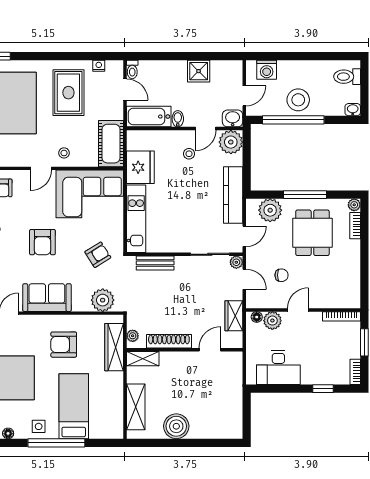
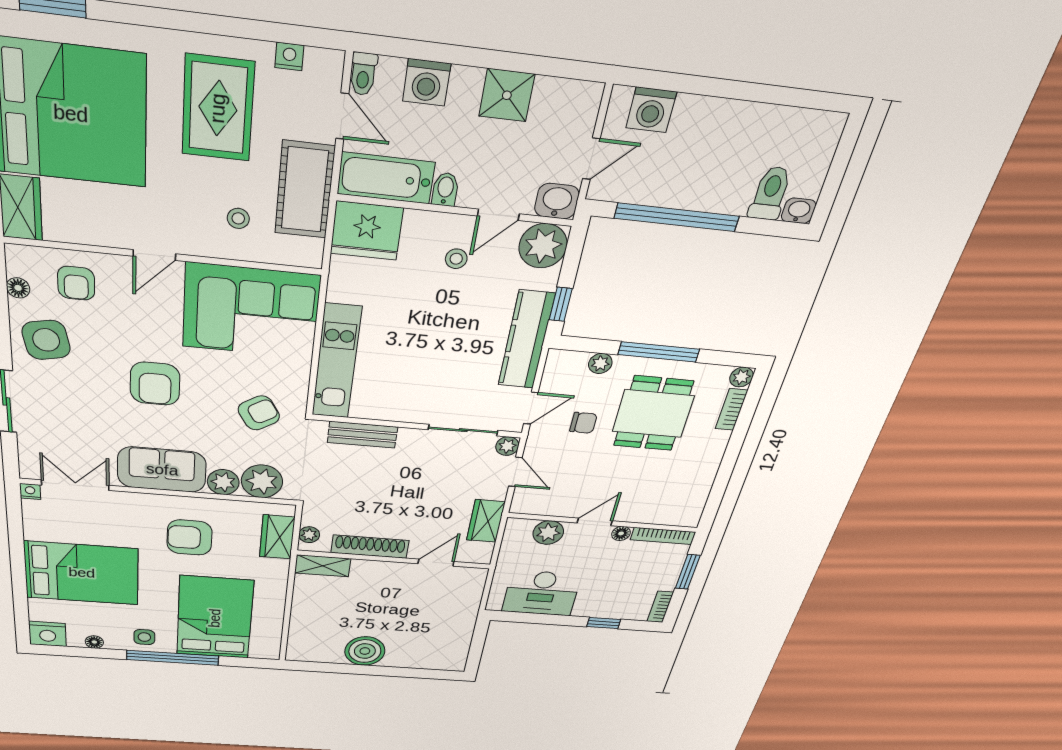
washing machine: (161, 70) -> (427, 82), added
toilet: (347, 77) -> (770, 193), moved, turned 90
stool: (298, 100) -> (698, 179), removed
cot: (111, 144) -> (305, 190), moved
stool: (64, 153) -> (238, 218), moved
fridge: (140, 167) -> (367, 231), moved, turned 90
window: (247, 173) -> (561, 304), added
plant: (270, 210) -> (600, 363), width x0.53, depth x0.53
chair: (282, 275) -> (583, 423), moved
plant: (81, 303) -> (223, 482), added
floor lamp: (257, 317) -> (621, 533), moved
wardrobe: (114, 347) -> (277, 537), width x0.67
bed: (74, 406) -> (215, 618), width x1.50
shelving: (136, 407) -> (304, 624), removed

